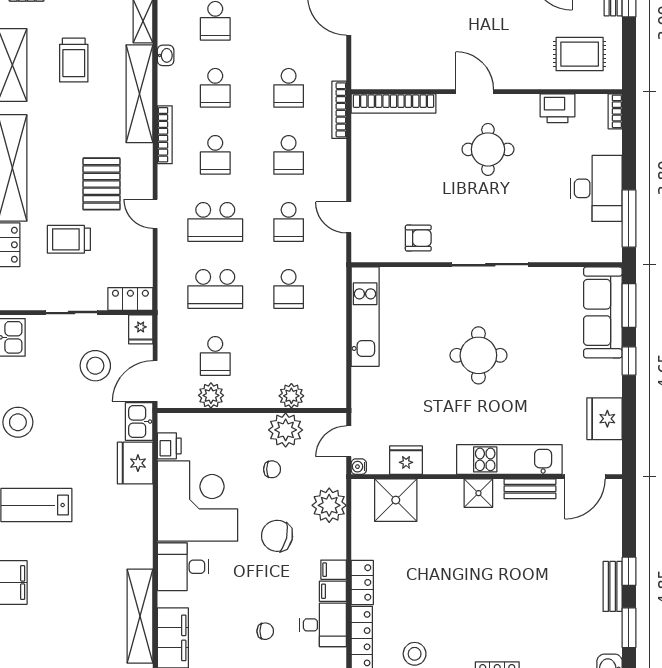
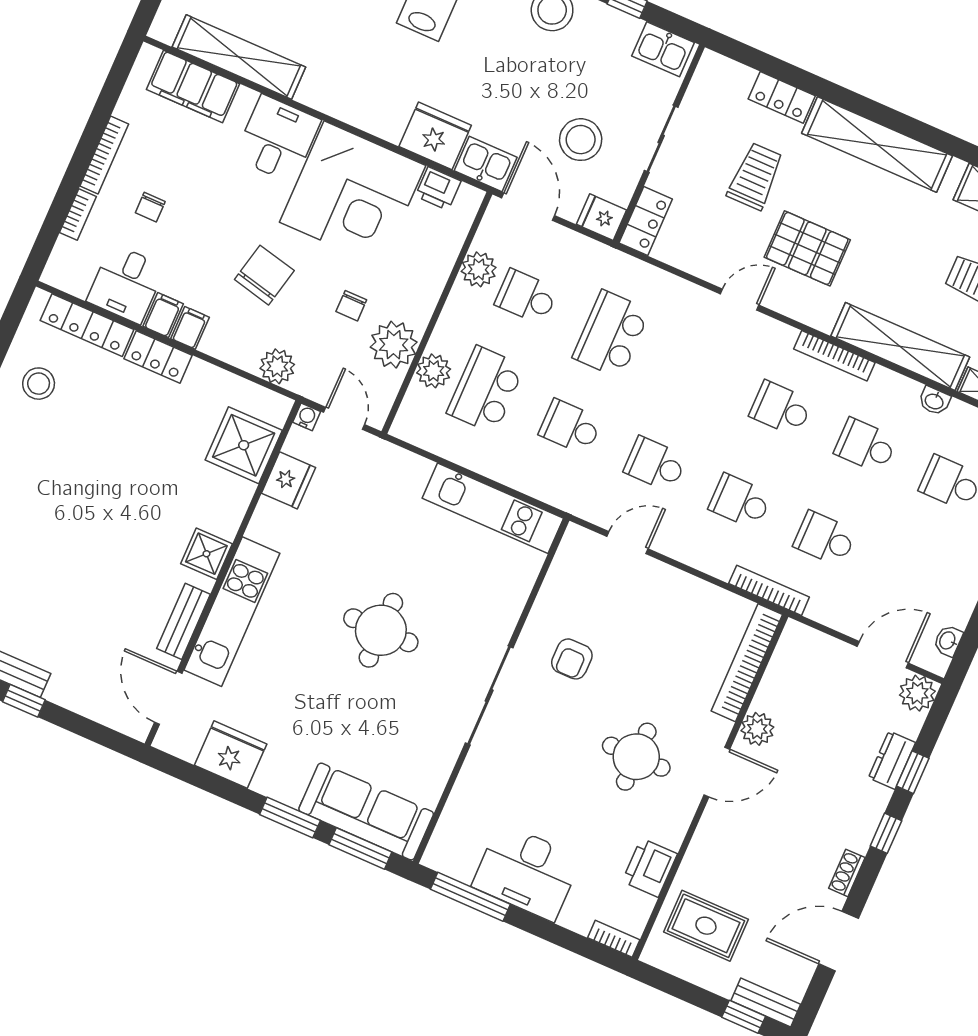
rug: (580, 54) -> (706, 926), turned 90
plant: (434, 77) -> (757, 729), added
school desk: (215, 222) -> (486, 390), moved
armchair: (418, 238) -> (572, 659), moved
window: (629, 361) -> (290, 818), width x1.50
plant: (329, 505) -> (277, 366), width x0.73, depth x0.73

